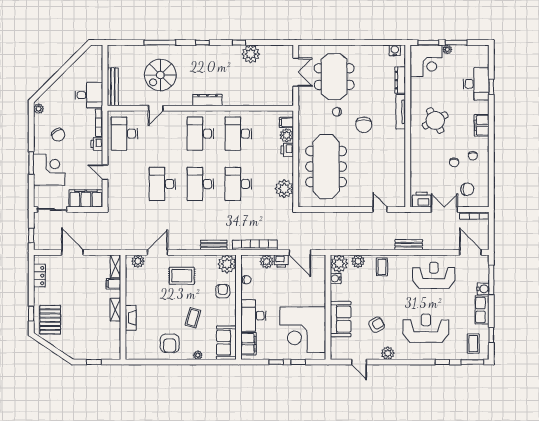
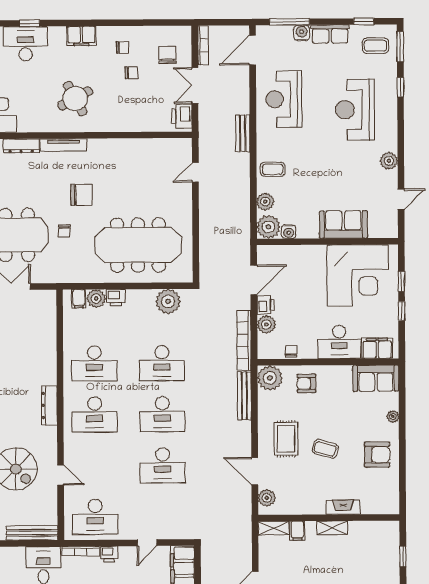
bench: (214, 245) -> (244, 396), width x1.36
coffee table: (193, 318) -> (325, 449), moved
armchair: (377, 325) -> (351, 176), removed

